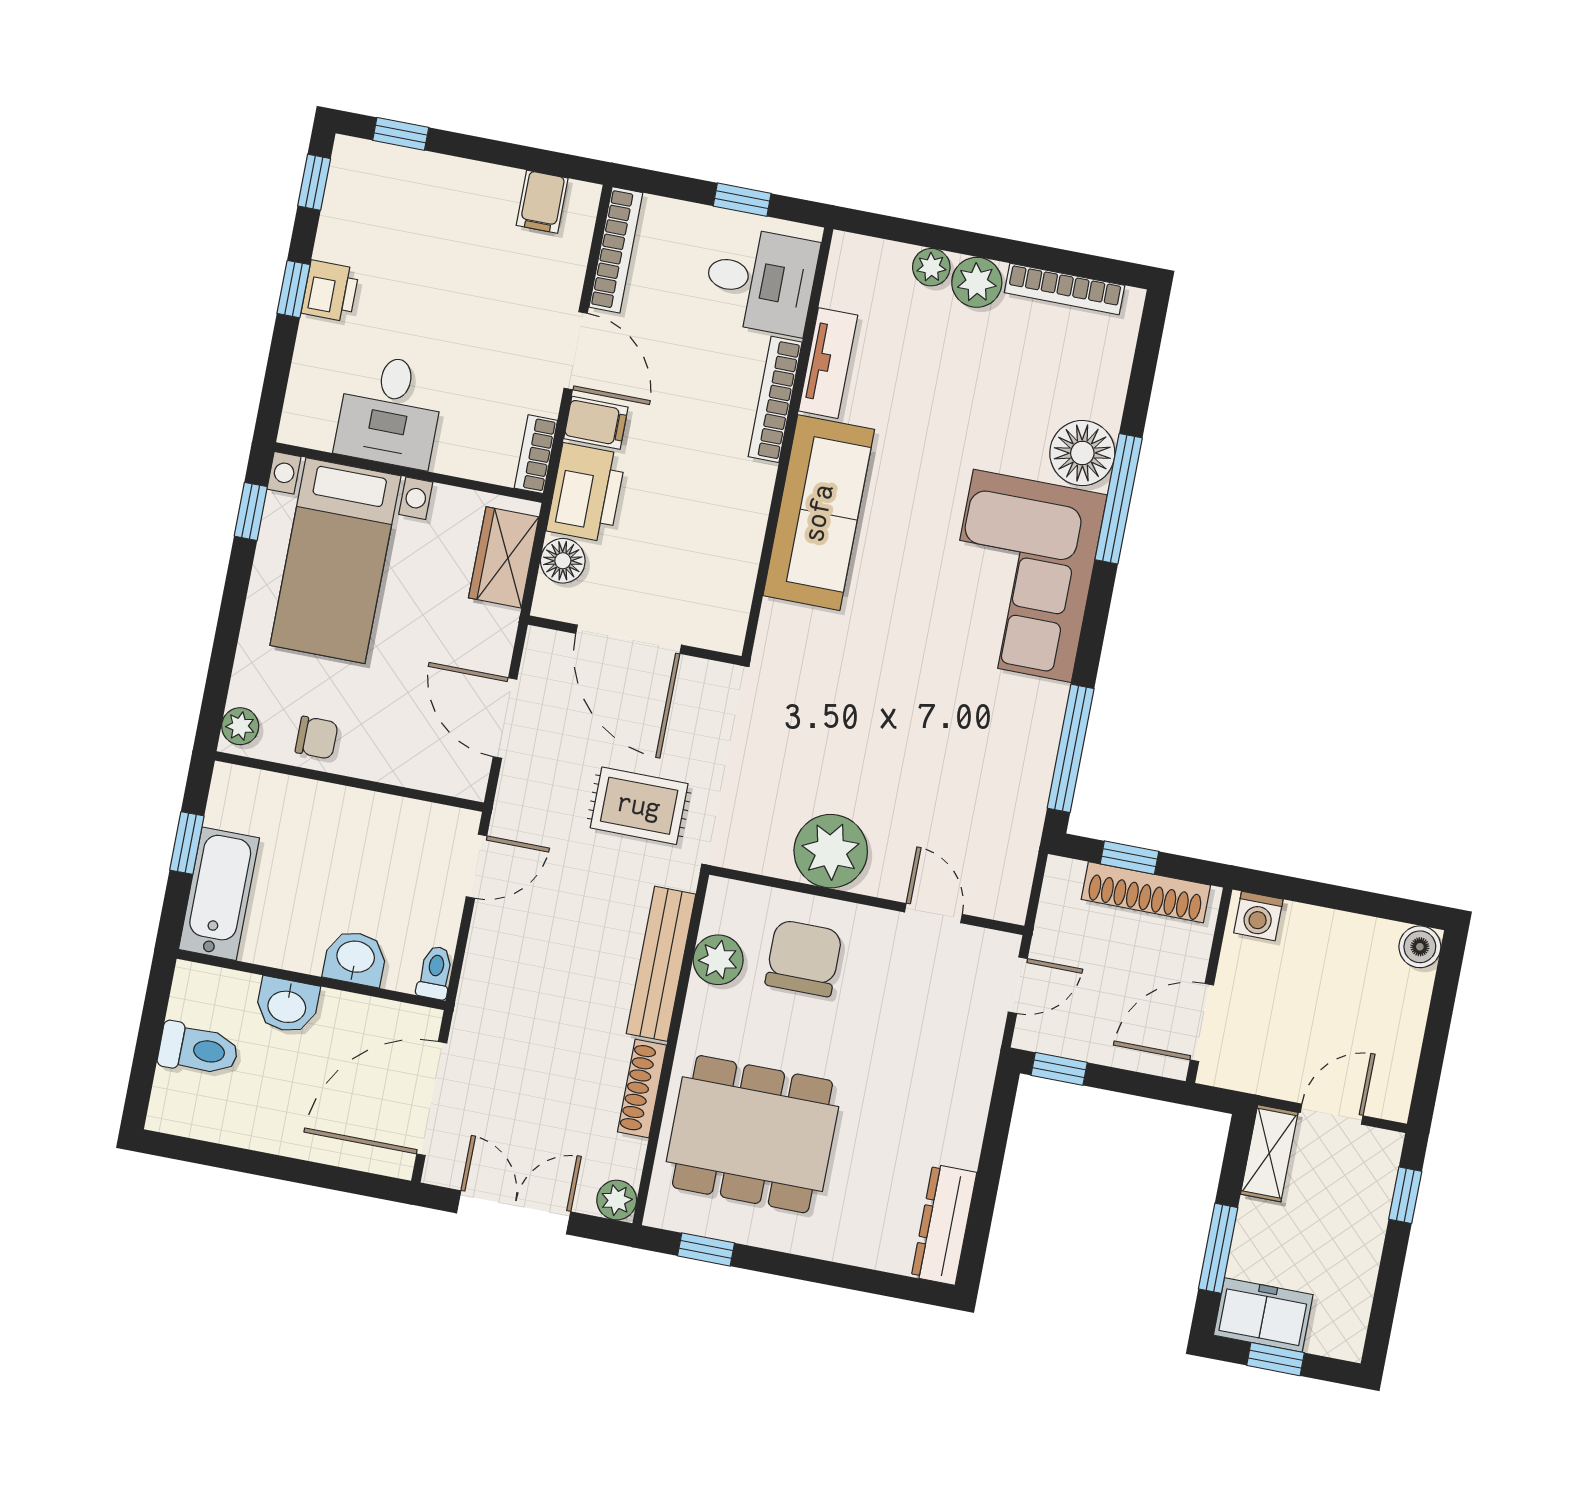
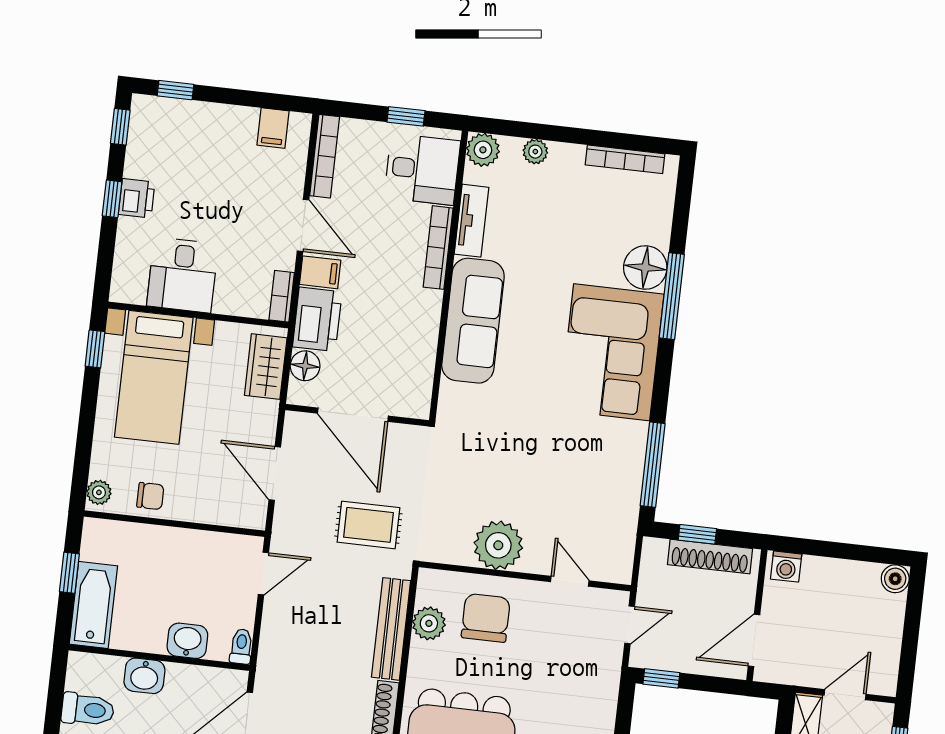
plant: (977, 282) -> (483, 150), moved

